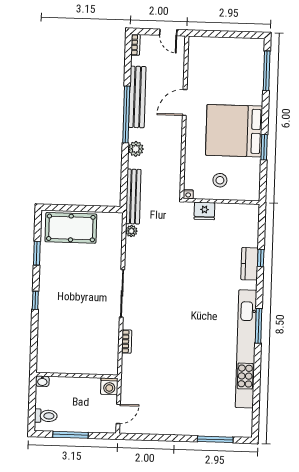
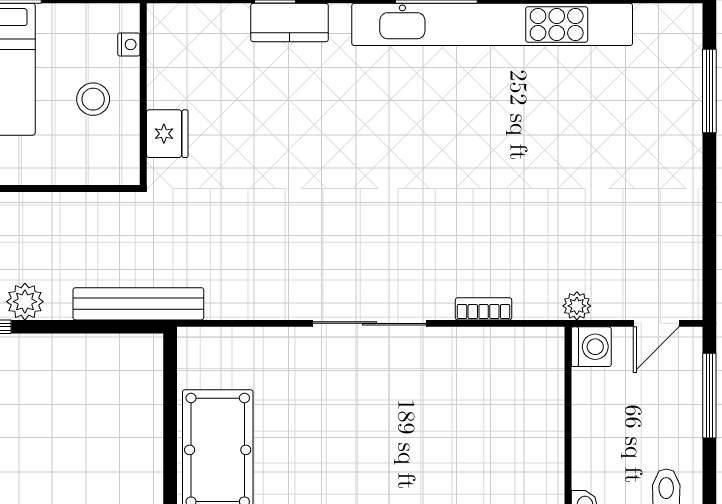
nightstand: (188, 194) -> (129, 44), moved
plant: (131, 231) -> (577, 306), moved
door: (118, 414) -> (656, 323), swing flipped
window: (71, 435) -> (709, 396), moved

